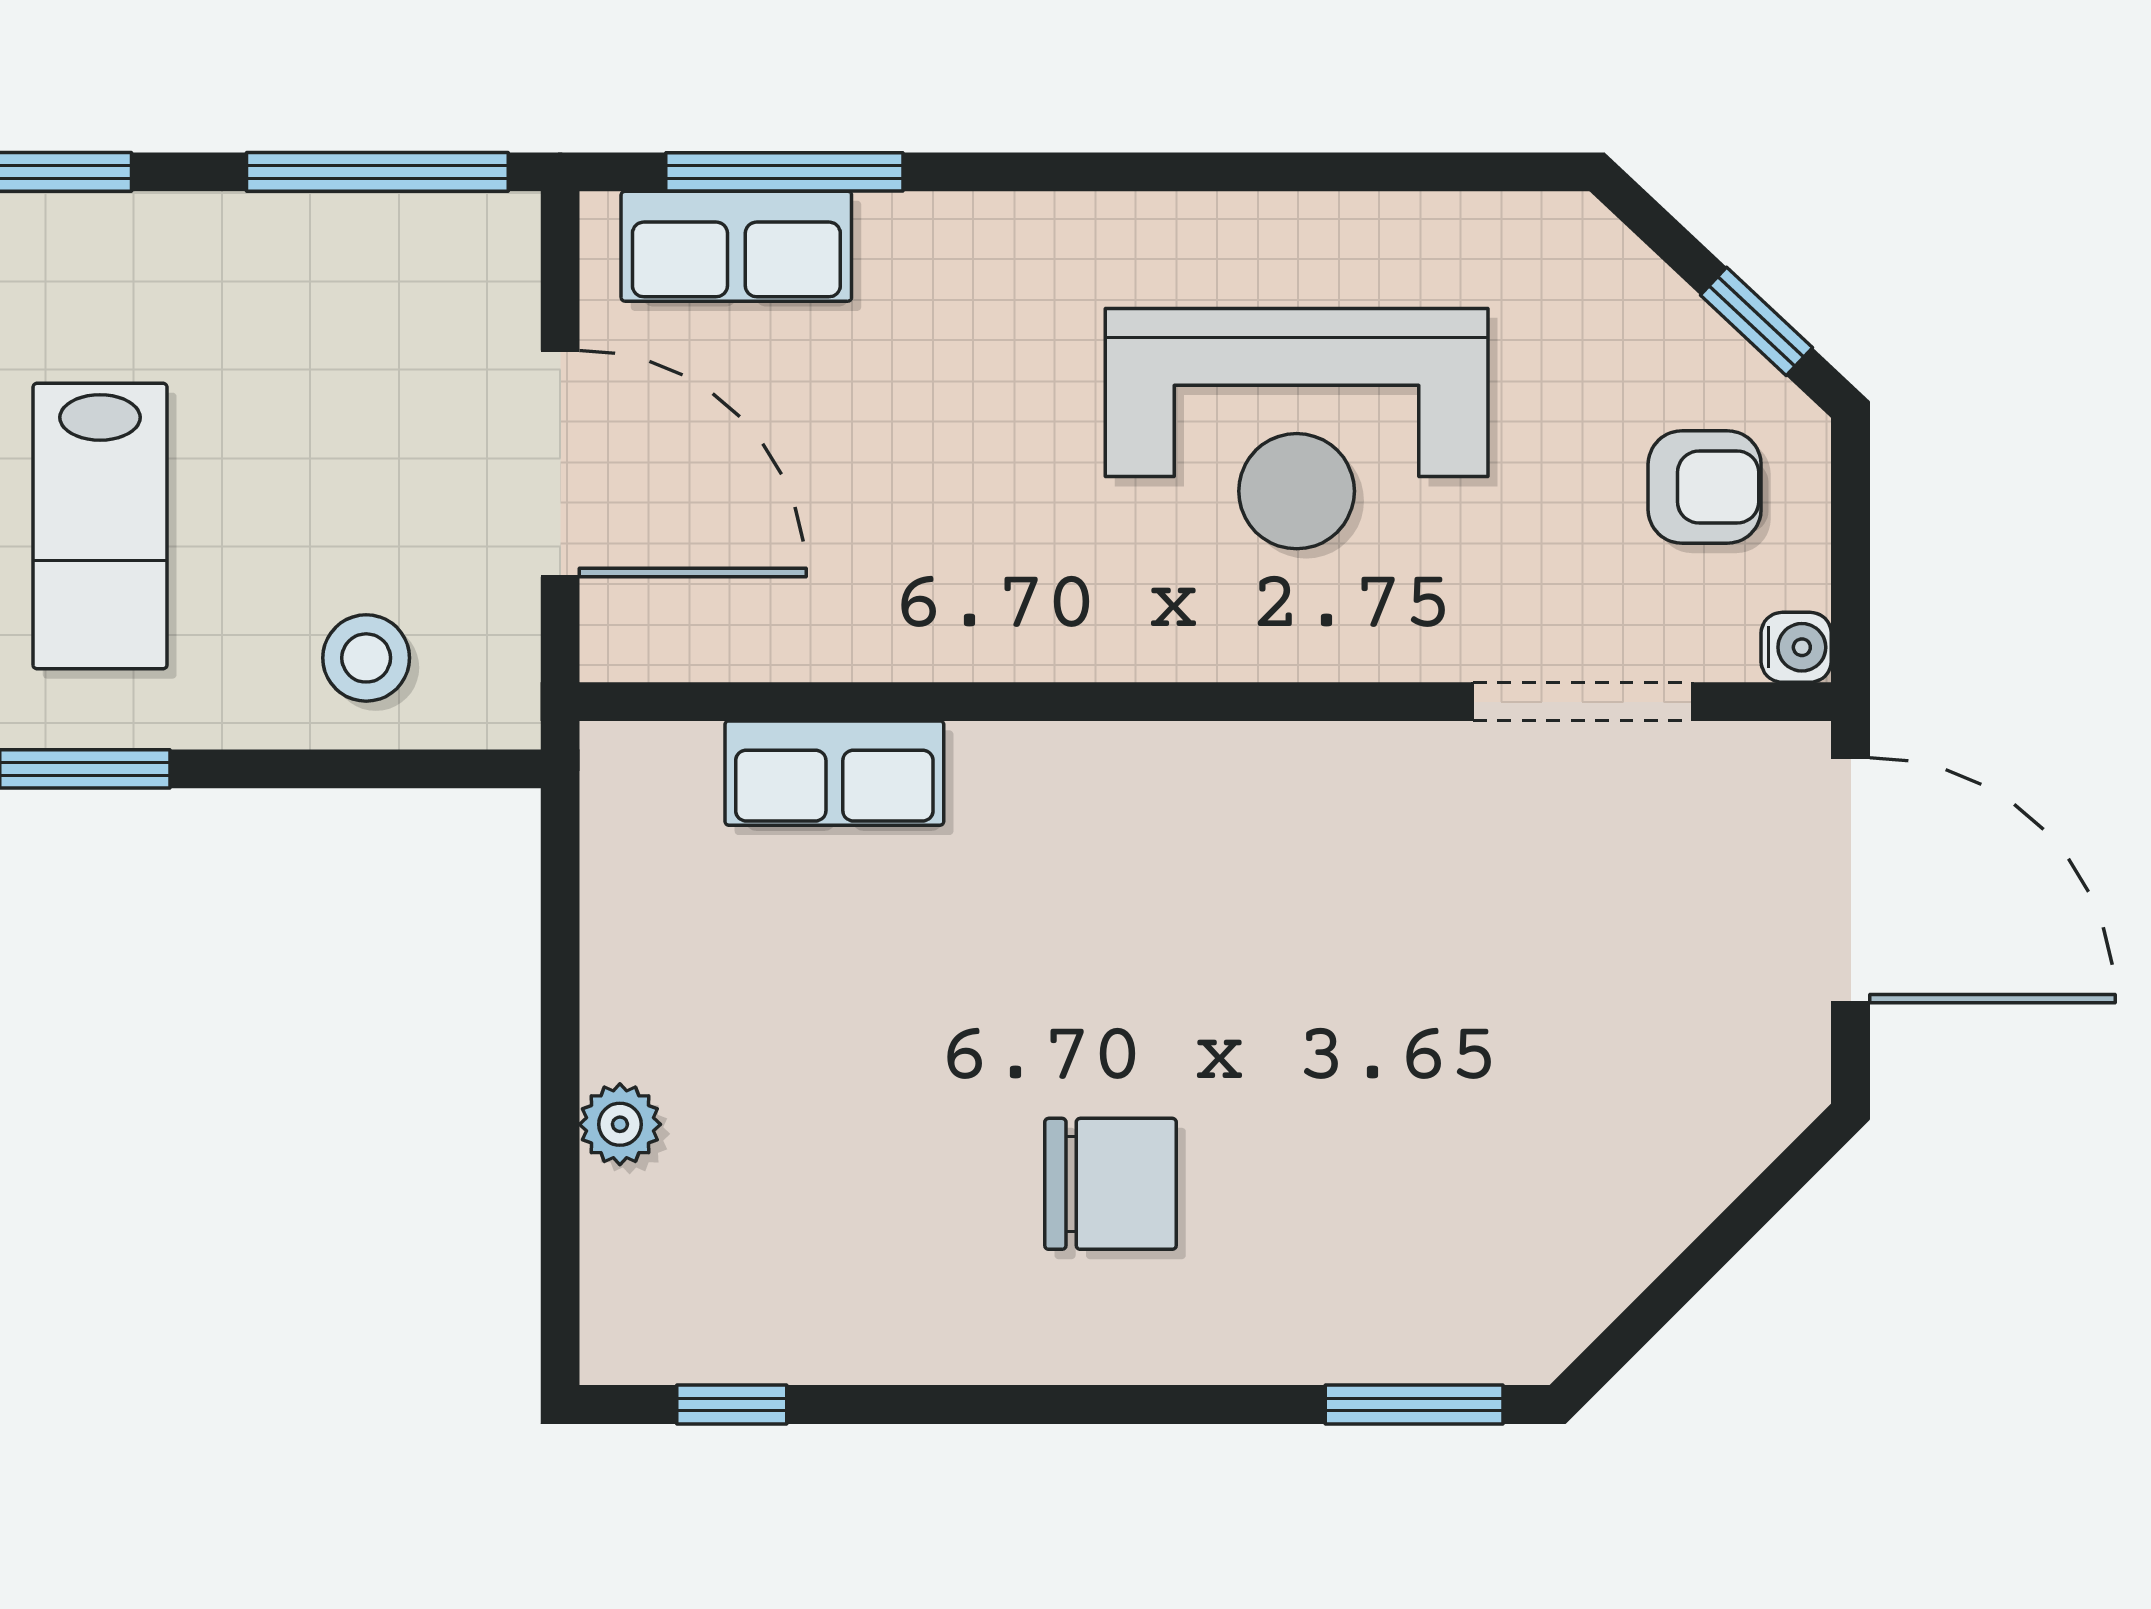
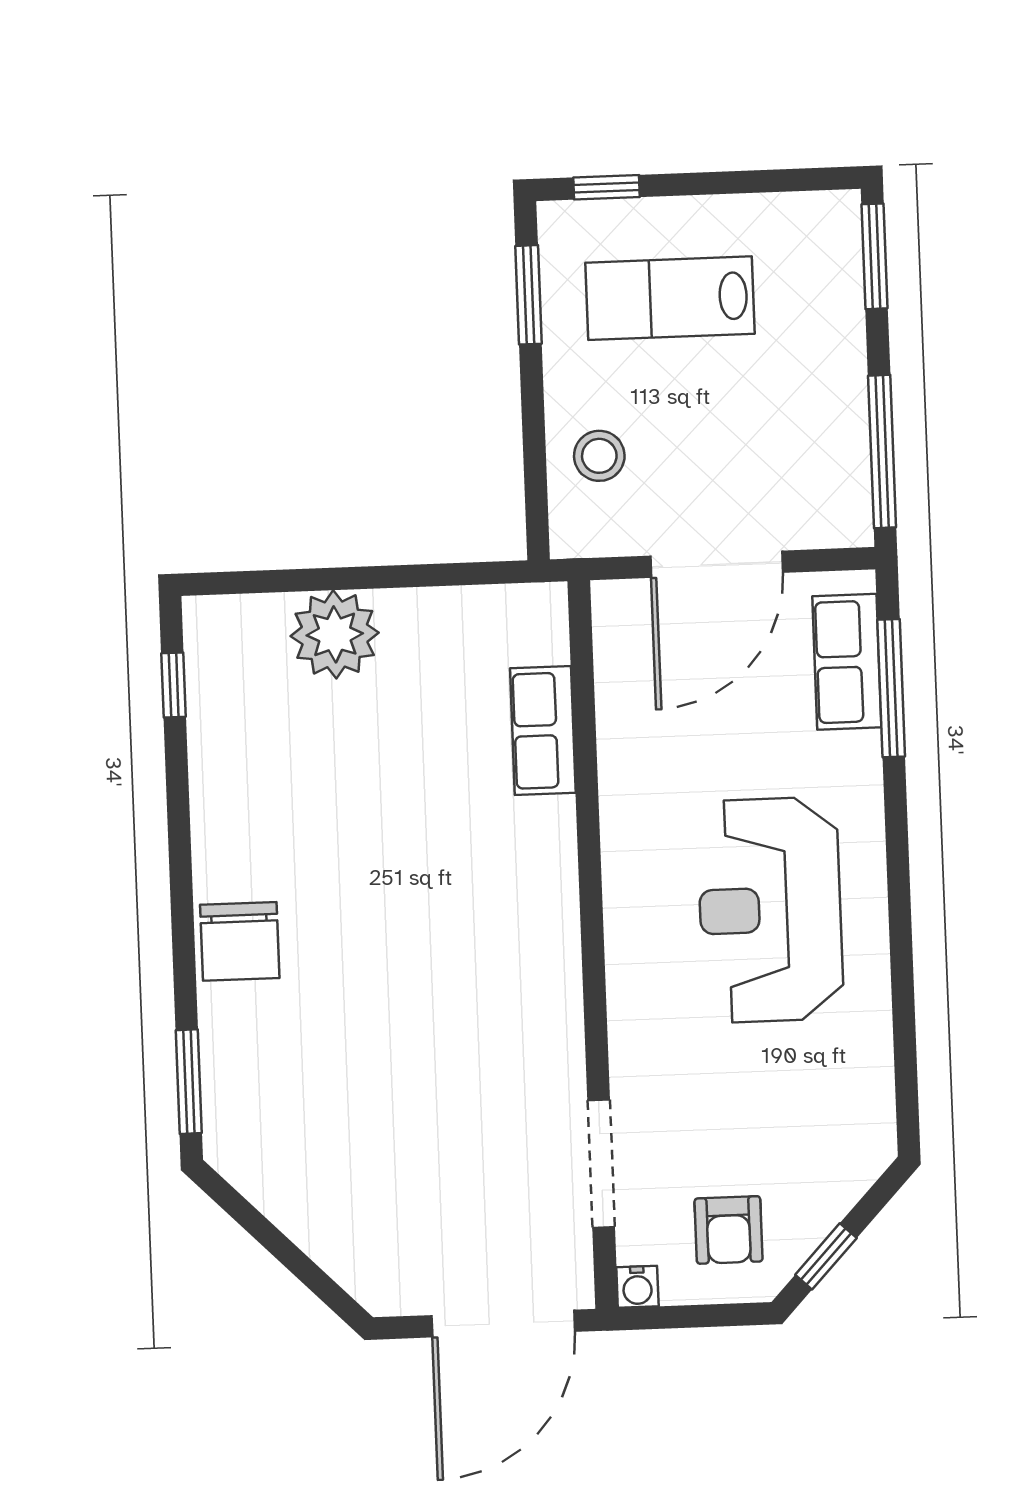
reception desk: (1297, 429) -> (770, 910), moved
plant: (620, 1124) -> (335, 634), width x1.88, depth x1.88
chair: (1110, 1184) -> (240, 941), moved

